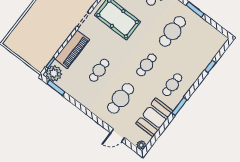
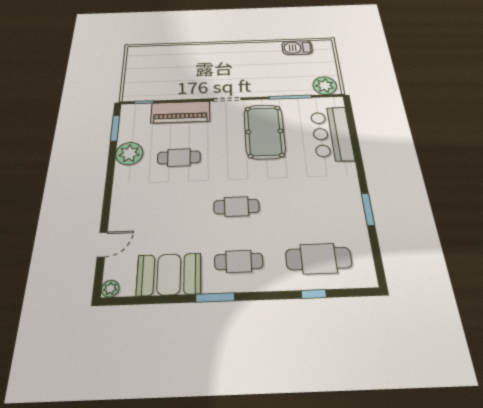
cafe table: (172, 31) -> (319, 259), moved
plant: (54, 73) -> (129, 154), moved
cafe table: (121, 98) -> (161, 209), removed
door: (118, 135) -> (102, 244), swing flipped

